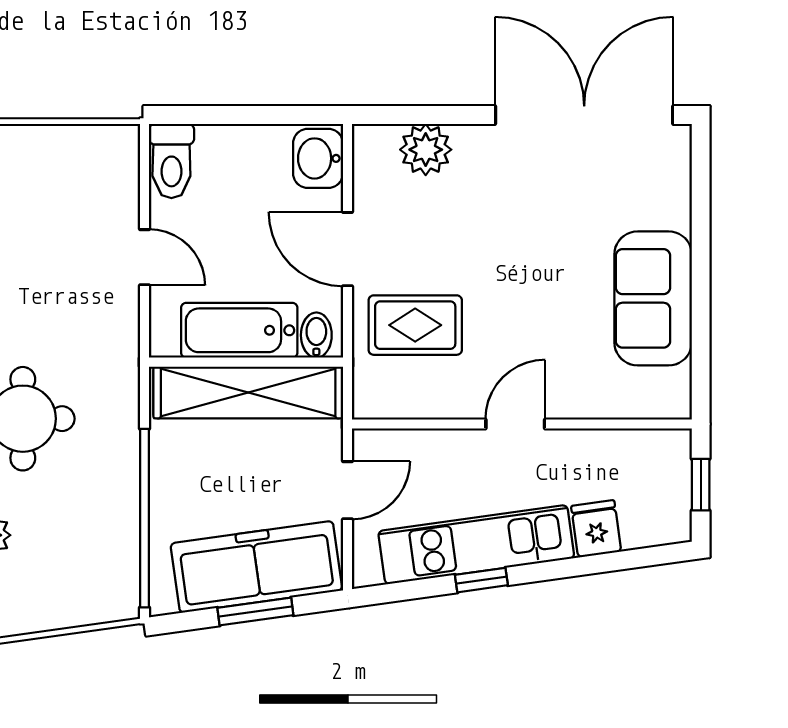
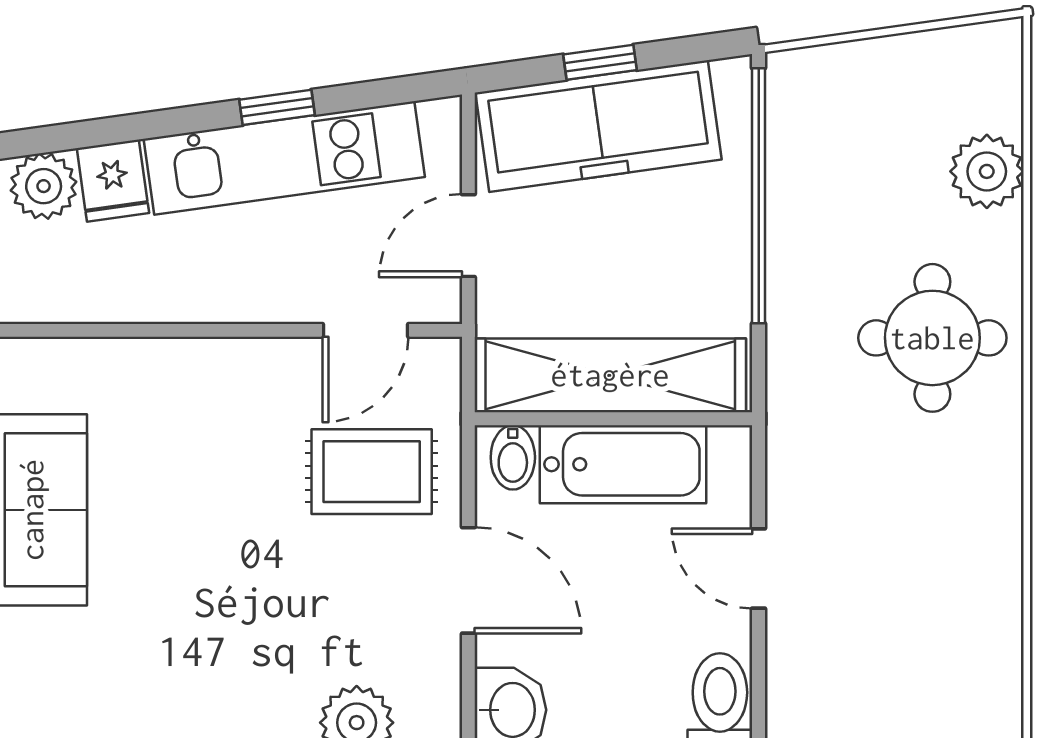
door: (515, 424) -> (365, 330), moved
plant: (645, 525) -> (44, 186), added
window: (255, 612) -> (600, 62), width x0.67

